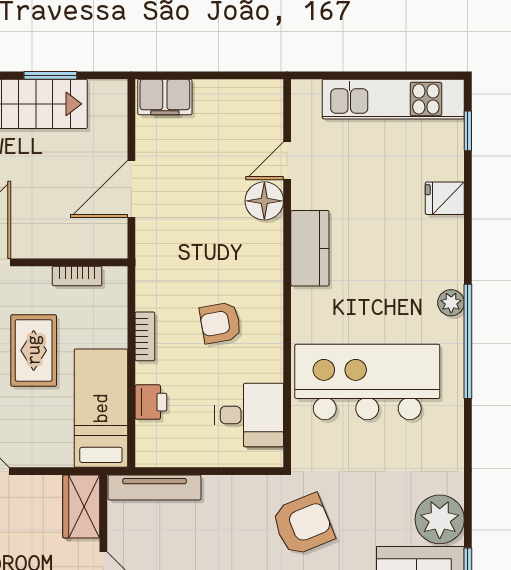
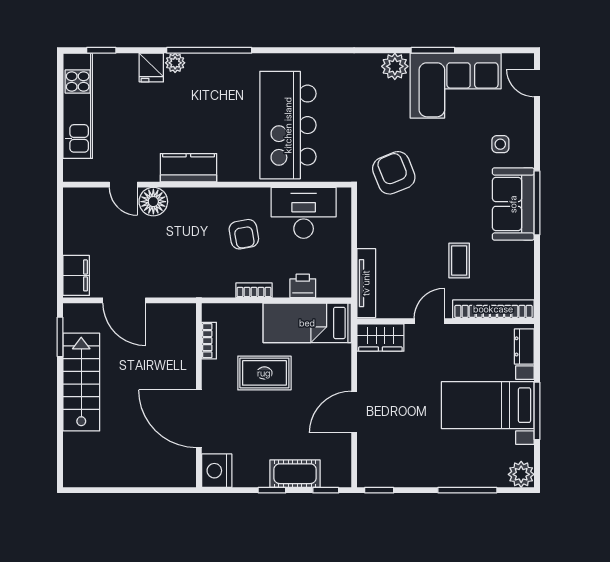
window: (50, 75) -> (60, 337), moved
door: (131, 189) -> (124, 300), moved
plant: (451, 303) -> (175, 63), moved
window: (468, 341) -> (209, 50), moved
desk: (249, 415) -> (304, 213), width x1.37
plant: (440, 519) -> (395, 66), width x0.73, depth x0.73

